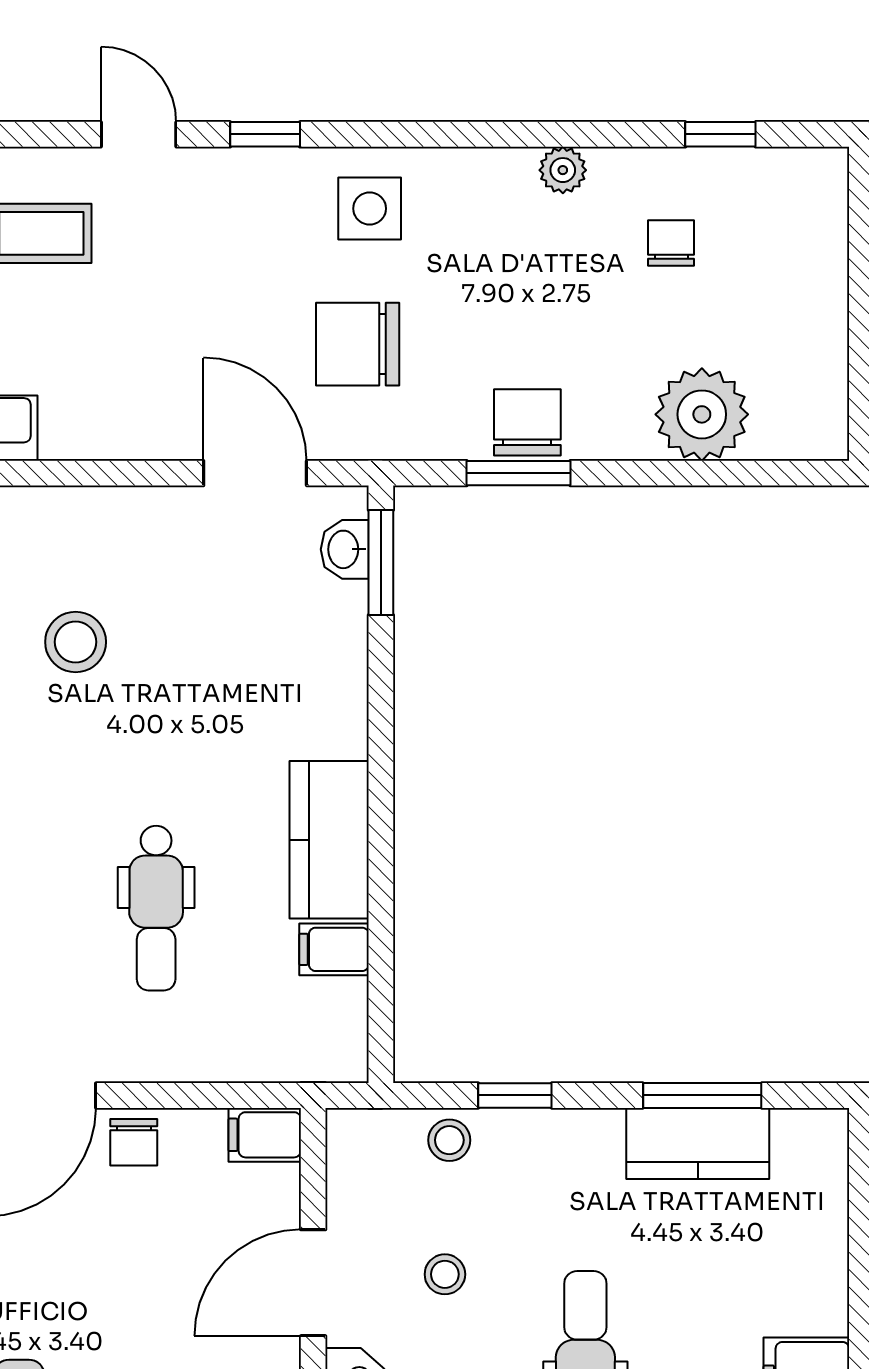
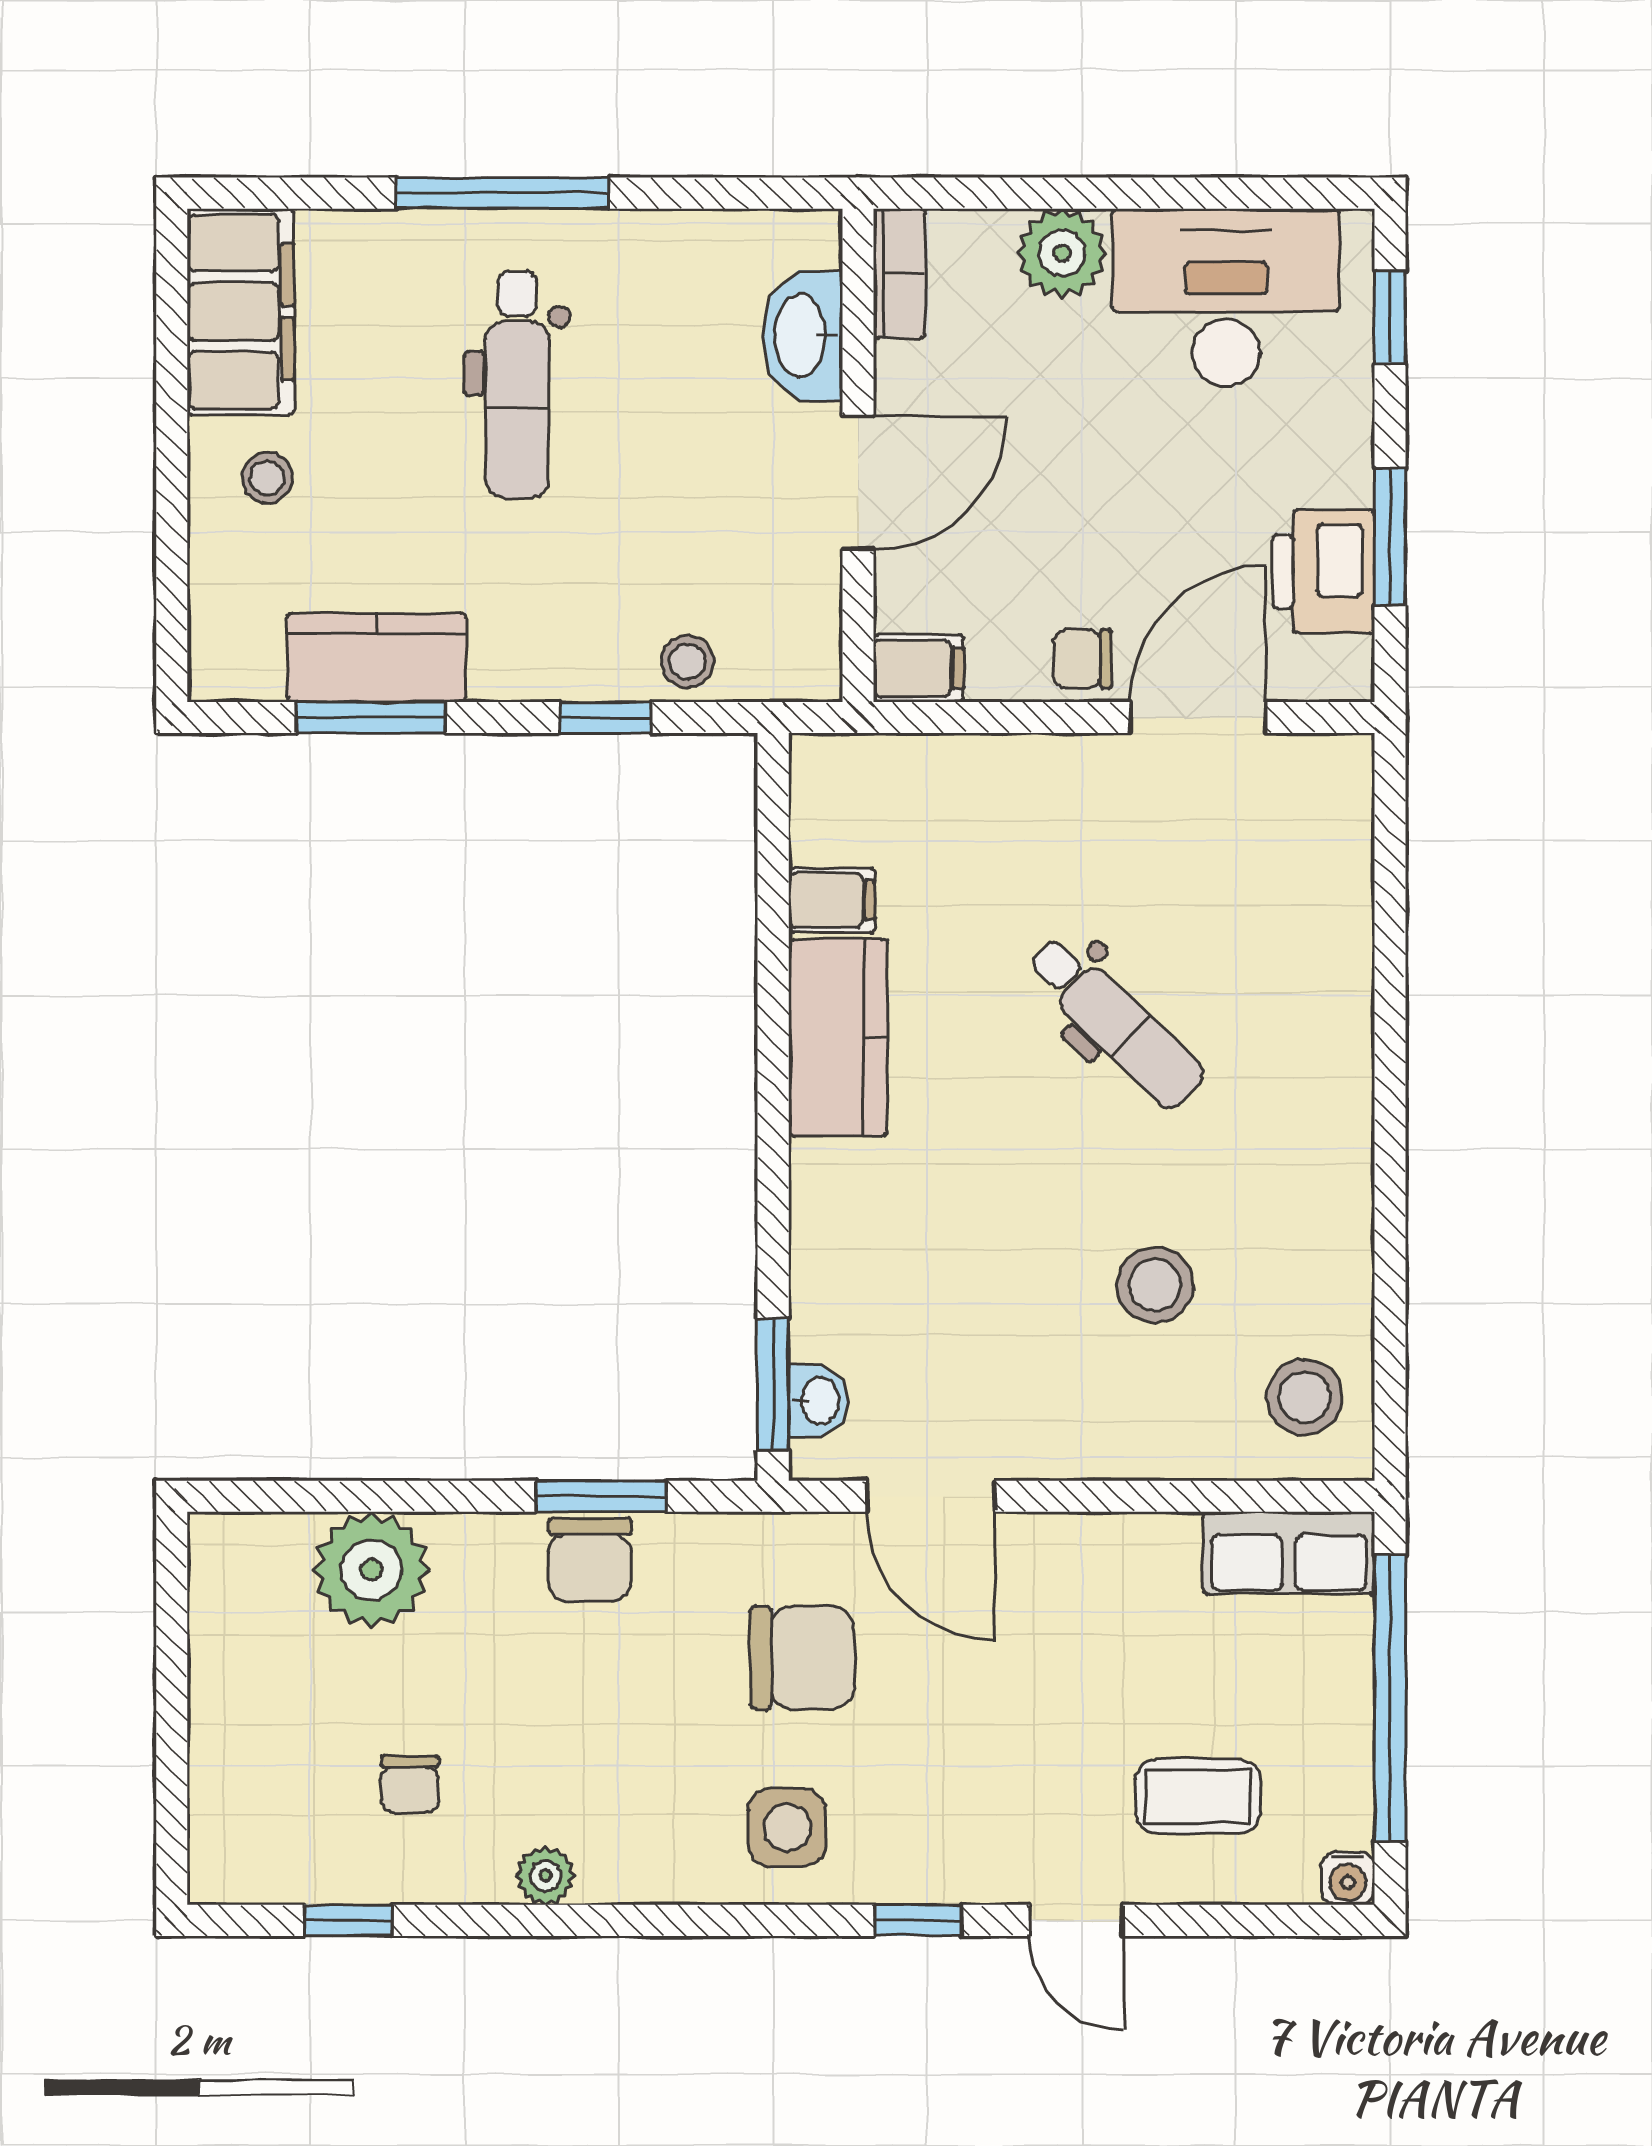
dental chair: (156, 908) -> (1115, 1022), moved, turned 134
chair: (134, 1142) -> (1082, 659), turned -90
stool: (445, 1274) -> (267, 478), moved

